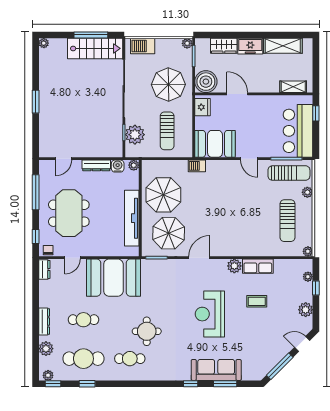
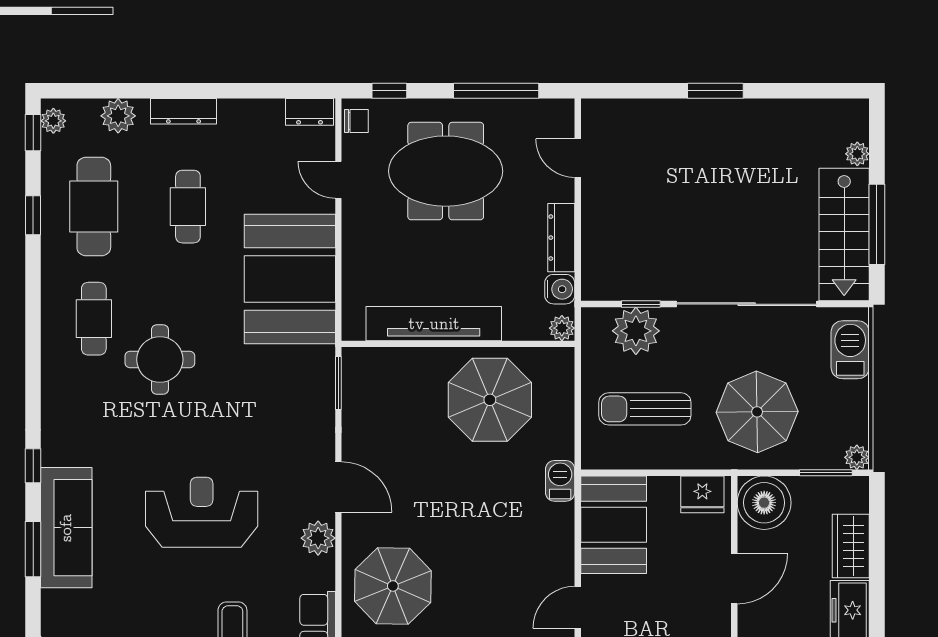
plant: (44, 43) -> (857, 154), moved
parasol: (169, 233) -> (393, 586), moved
plant: (234, 266) -> (318, 538), moved

